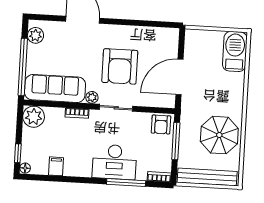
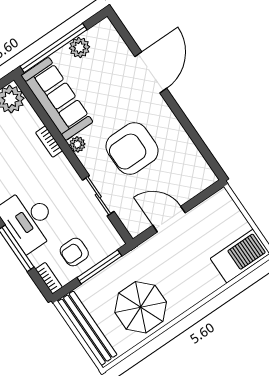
plant: (36, 35) -> (80, 48), moved
door: (180, 77) -> (169, 219), width x0.73
sliding door: (116, 108) -> (98, 196), moved
armchair: (161, 125) -> (74, 252), moved

